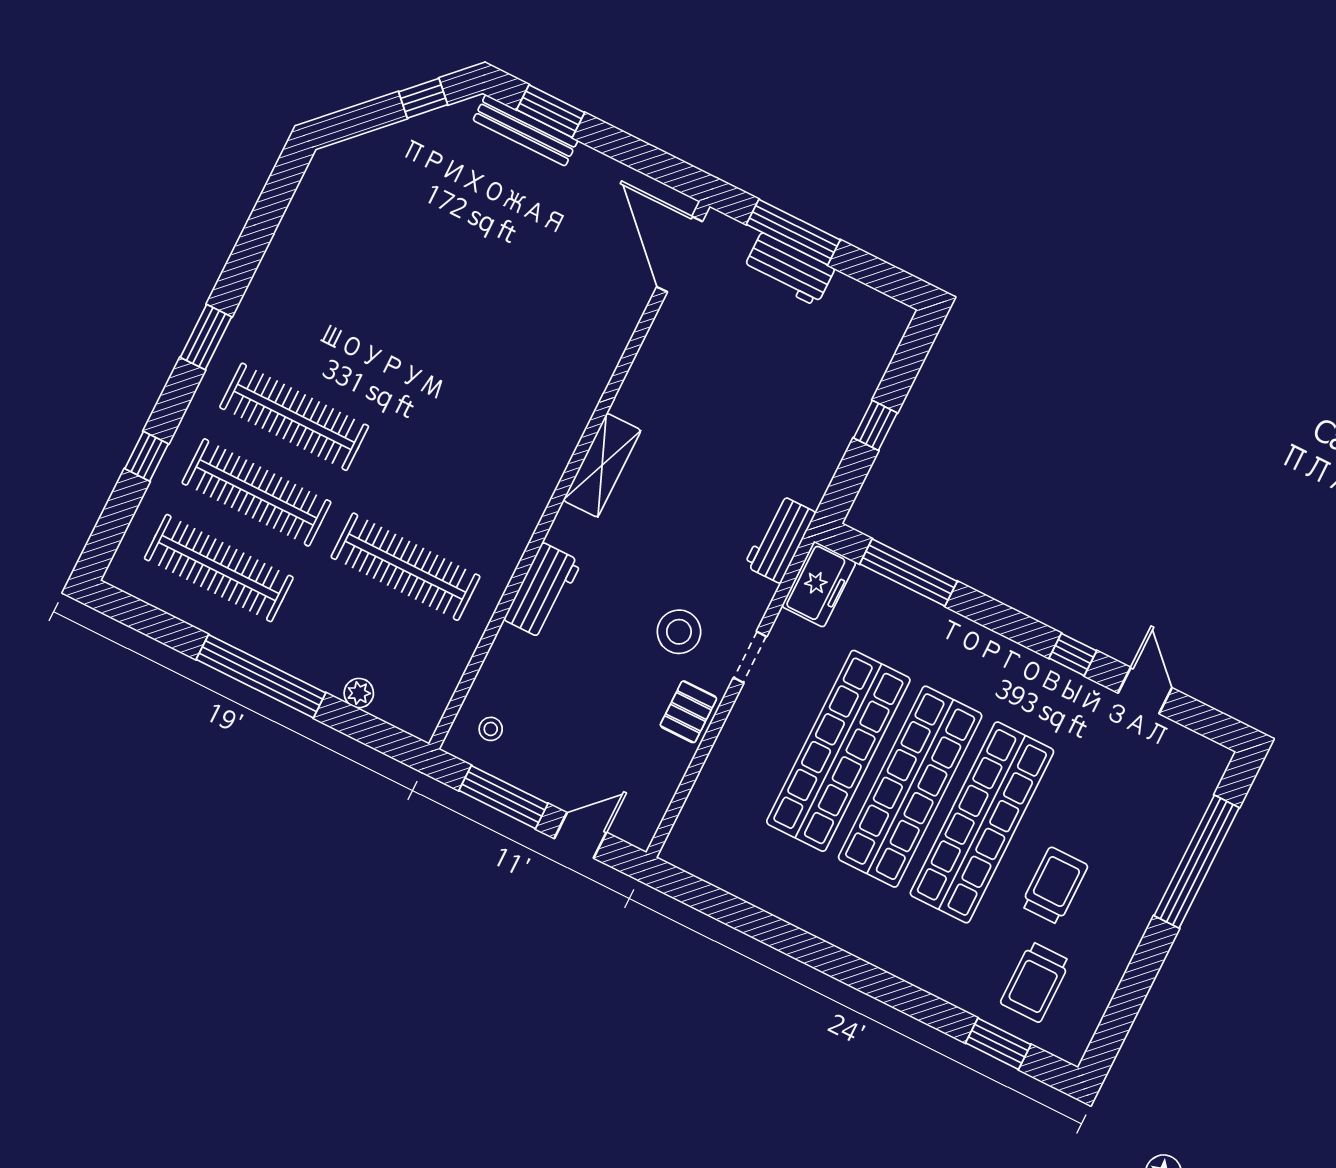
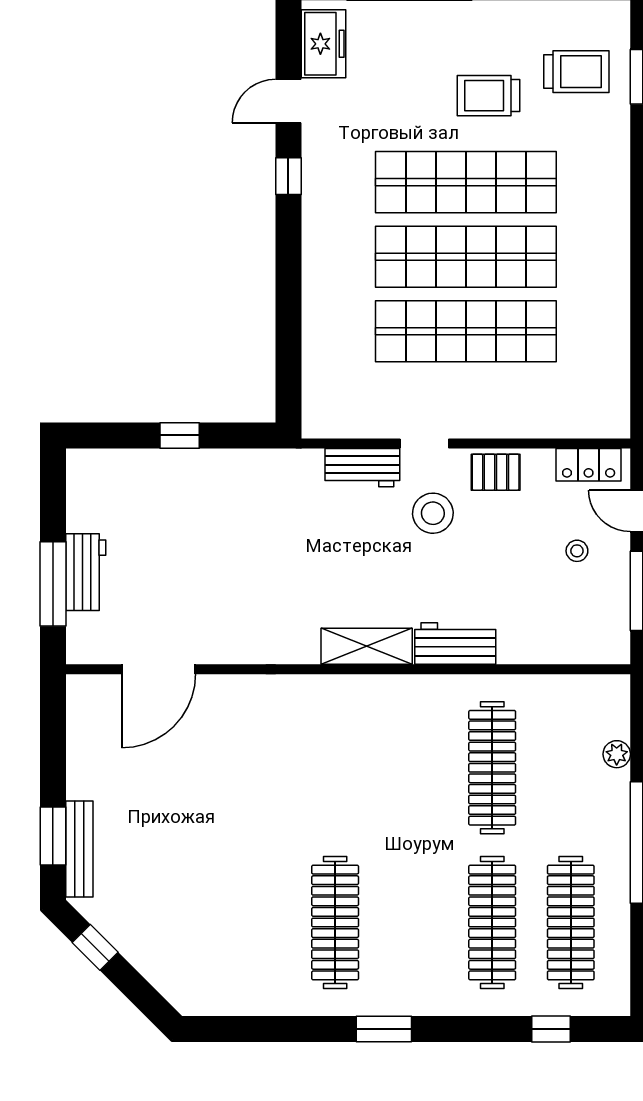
door: (680, 254) -> (159, 669), moved
clothes rail: (294, 417) -> (335, 923), moved
window: (147, 456) -> (551, 1029), moved
shelving: (602, 465) -> (367, 646), moved
workbench: (780, 539) -> (362, 468), moved
window: (908, 573) -> (288, 347), removed
freezer: (819, 584) -> (324, 44), moved, turned 90
stool: (491, 729) -> (577, 551), moved
locker: (651, 805) -> (589, 465), added

